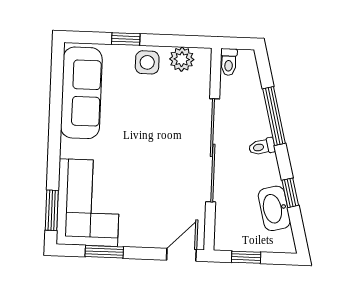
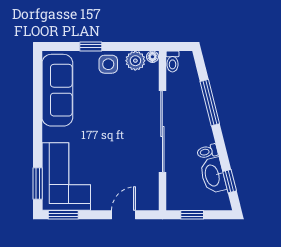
floor lamp: (204, 55) -> (152, 57), added
toilet: (262, 147) -> (207, 151), moved
window: (290, 193) -> (230, 181), moved
window: (104, 252) -> (63, 215), moved
door: (181, 255) -> (123, 215), moved

